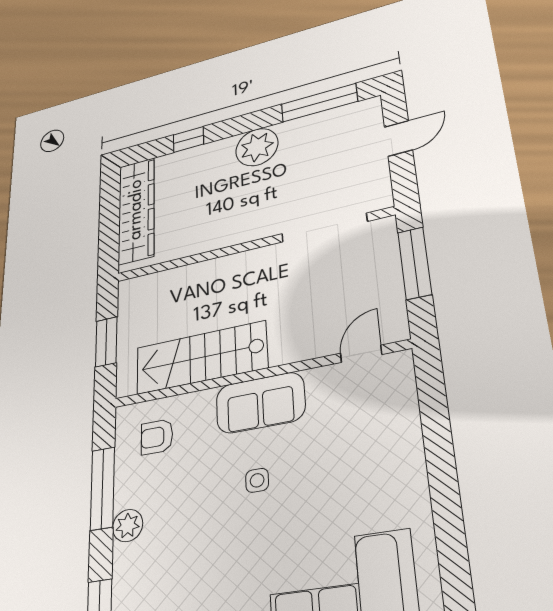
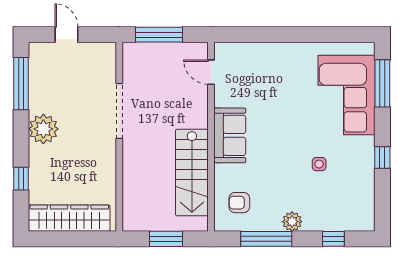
doorway: (324, 228) -> (119, 111), moved
armchair: (157, 437) -> (239, 203), turned 90
side table: (257, 480) -> (319, 164), moved

